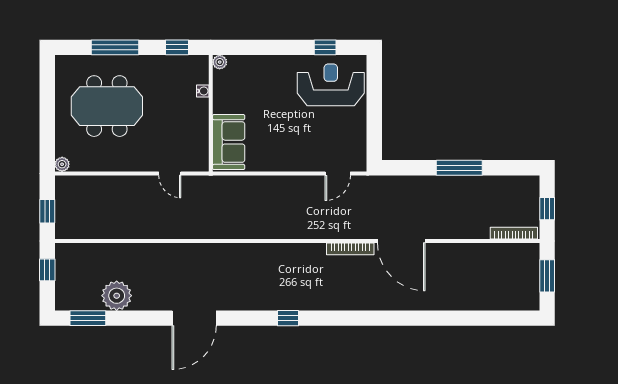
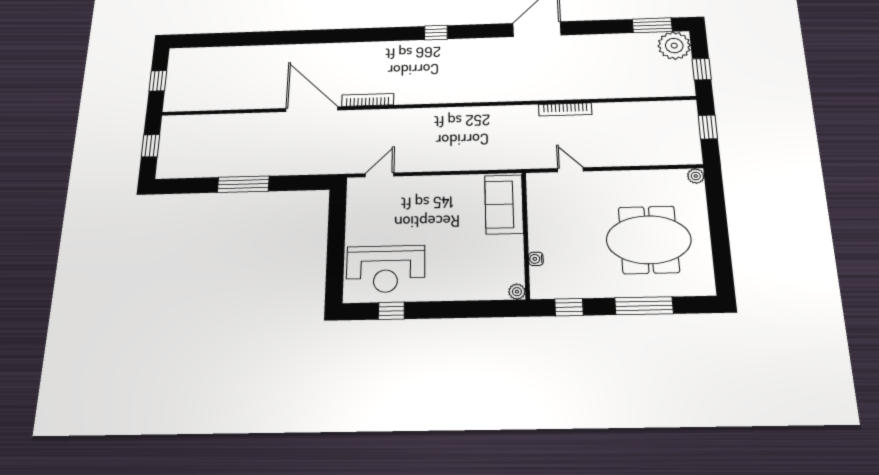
bookcase: (514, 233) -> (565, 109), moved
window: (547, 276) -> (158, 81), width x0.67
plant: (117, 296) -> (674, 46), moved

